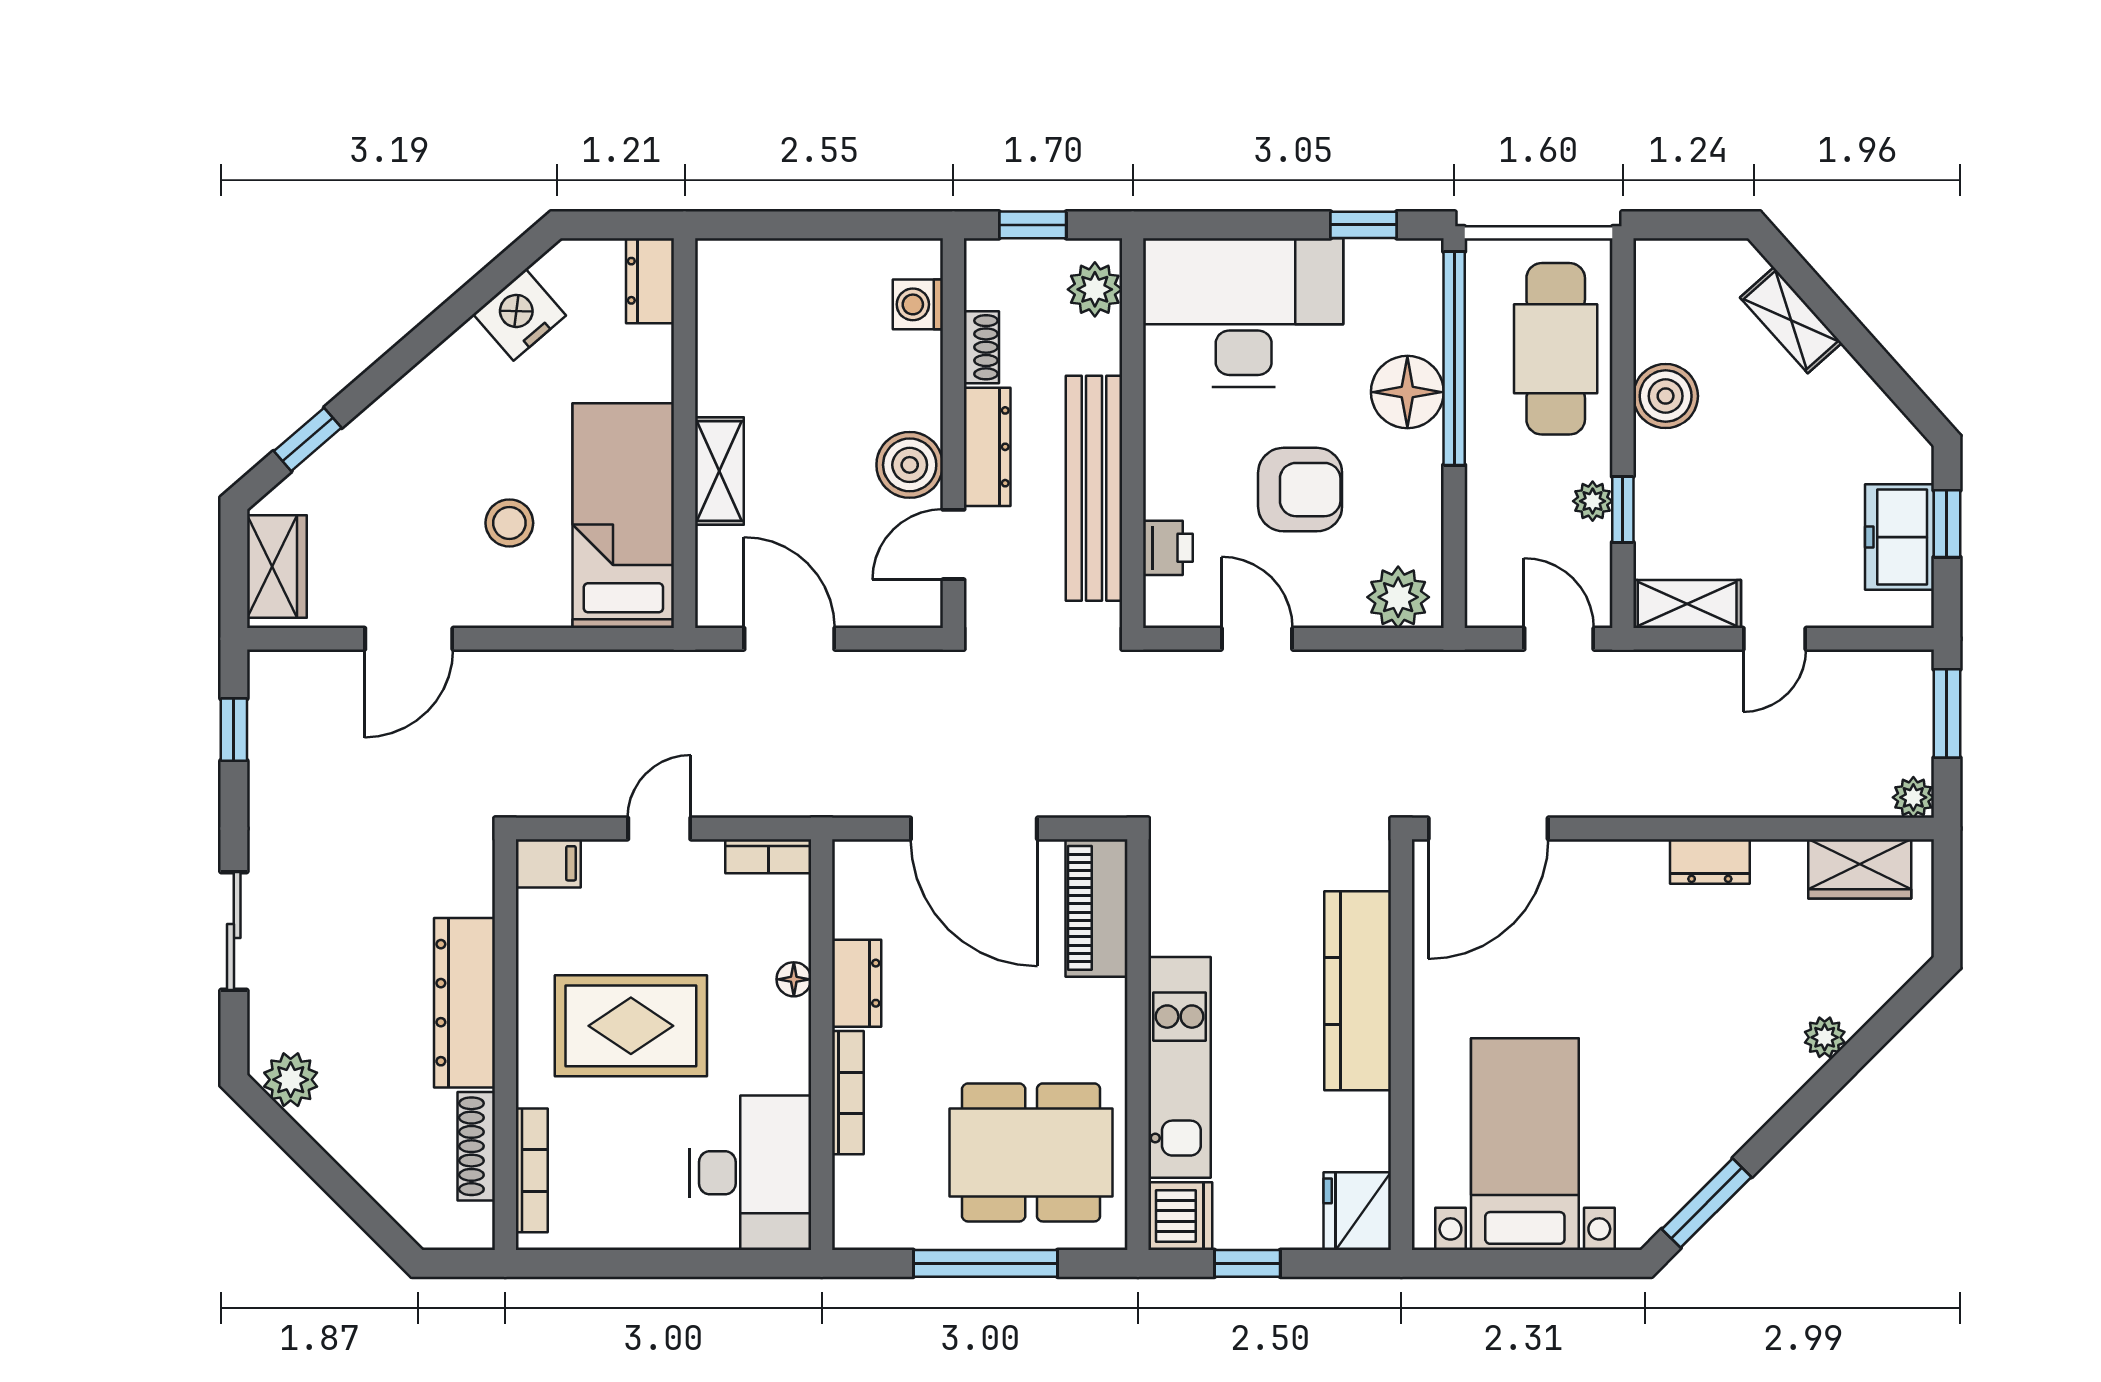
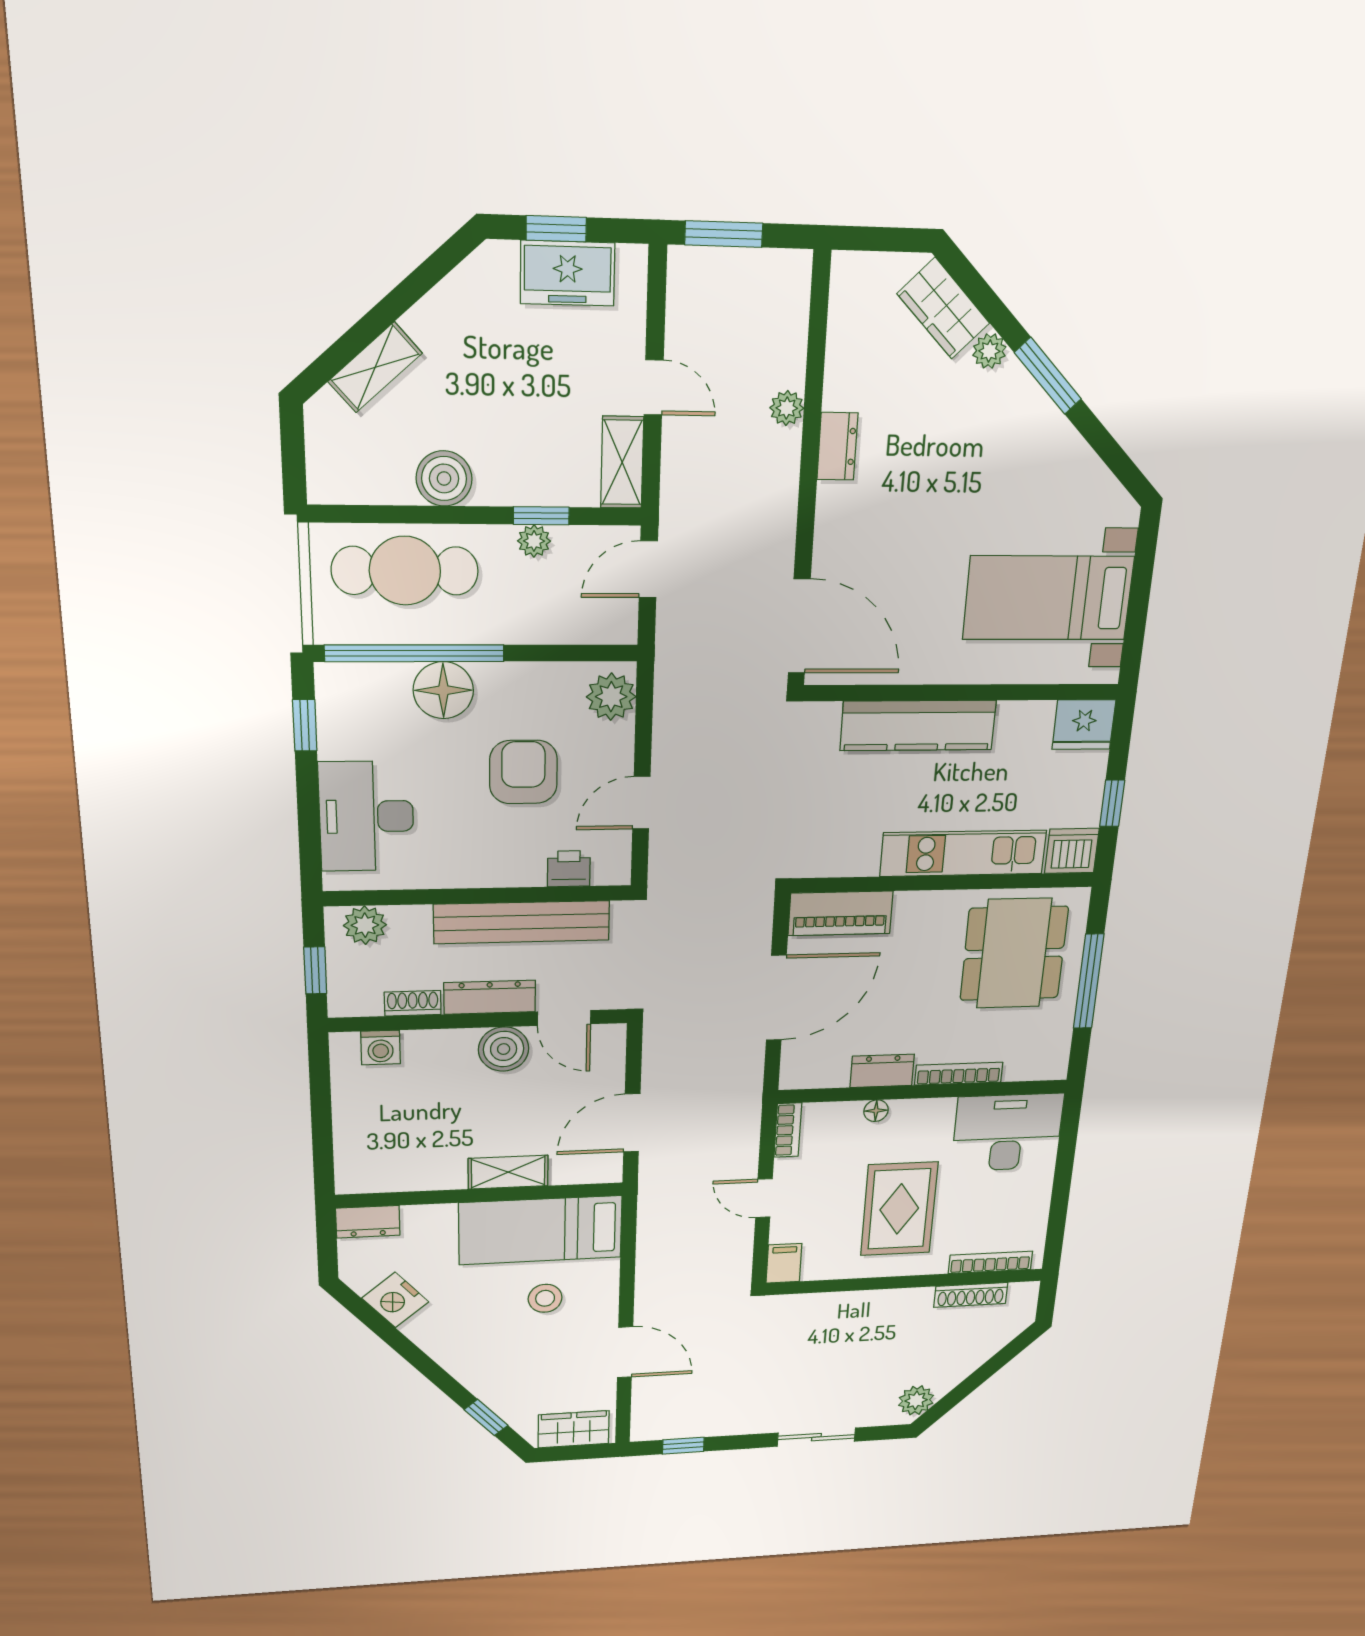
desk: (1244, 313) -> (366, 816), width x0.73, depth x0.77
plant: (1913, 797) -> (787, 408), moved
wardrobe: (1860, 869) -> (943, 308), moved, turned 135
dresser: (464, 1003) -> (875, 1307), removed
window: (1707, 1203) -> (1048, 376), moved

